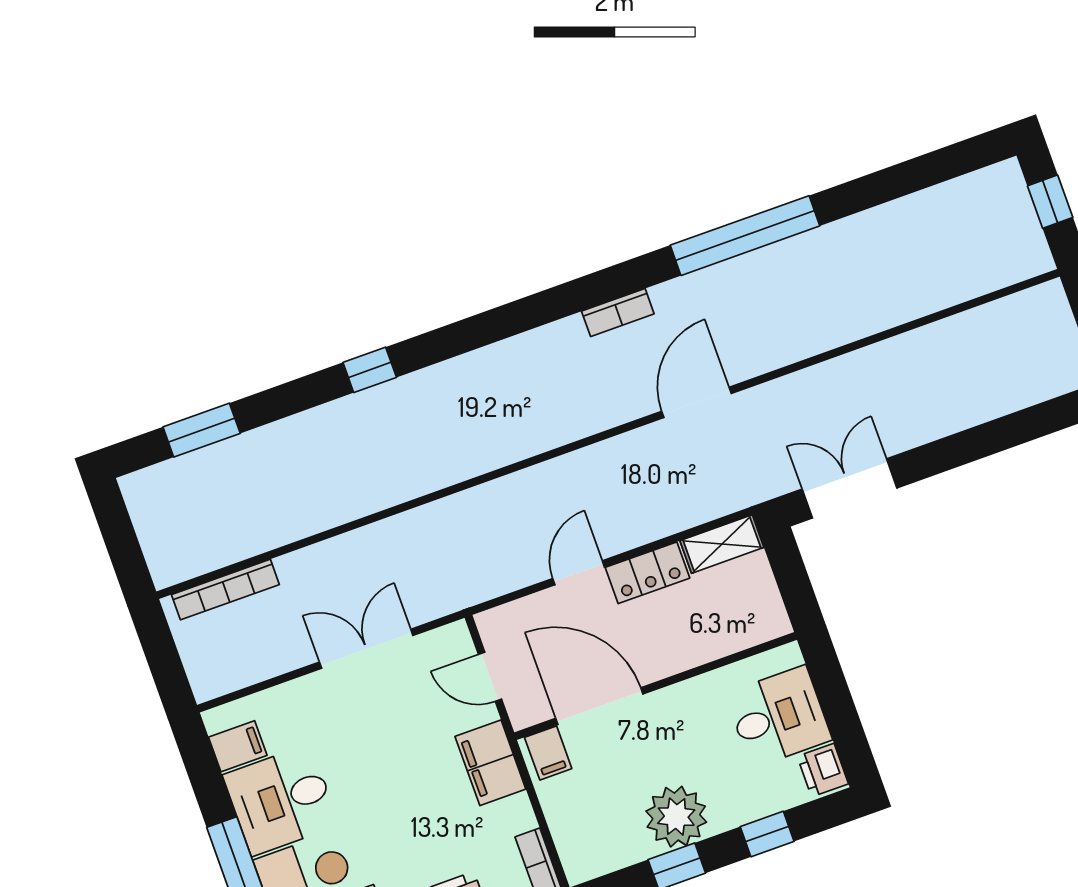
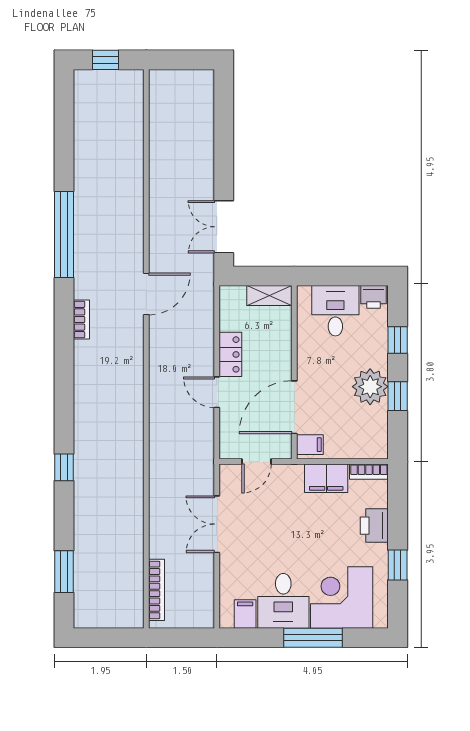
door: (696, 402) -> (146, 294), swing flipped
shelving: (722, 544) -> (269, 295), moved, turned 90
filing cabinet: (490, 763) -> (326, 478), moved

